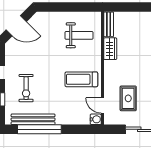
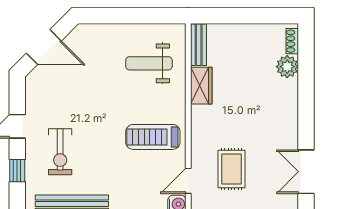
weight bench: (79, 35) -> (149, 63), turned 180
door: (102, 105) -> (188, 181), hinge flipped

